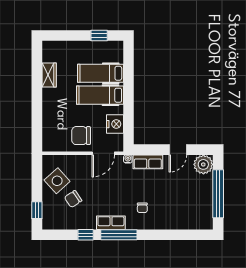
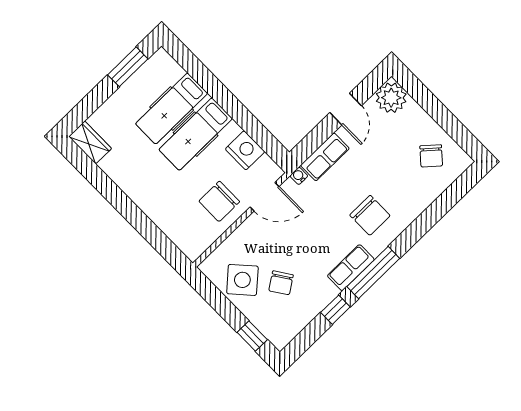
window: (99, 35) -> (128, 67), width x1.50
wardrobe: (49, 75) -> (90, 143), moved
door: (103, 153) -> (264, 197), hinge flipped
window: (218, 194) -> (441, 115), removed
chair: (142, 208) -> (370, 215), width x1.87, depth x1.87
chair: (196, 208) -> (431, 156), added

